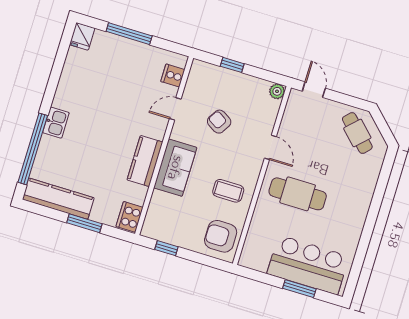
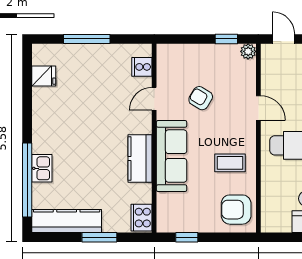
fridge: (82, 36) -> (44, 76), moved, turned -90
window: (232, 65) -> (226, 39), moved
kitchen sink: (56, 123) -> (42, 168), moved
sofa: (175, 168) -> (172, 156), width x1.36

